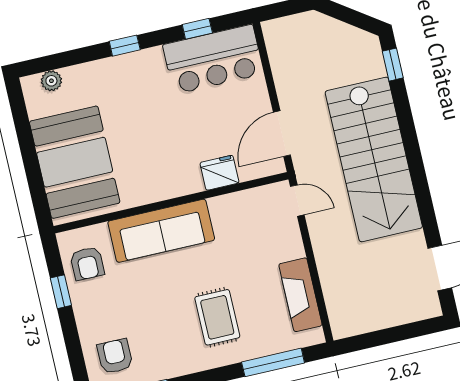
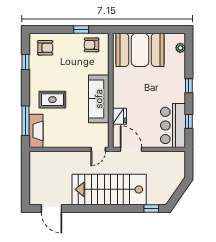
sofa: (161, 231) -> (99, 99), moved
fireplace: (300, 295) -> (36, 131), moved, turned 90

